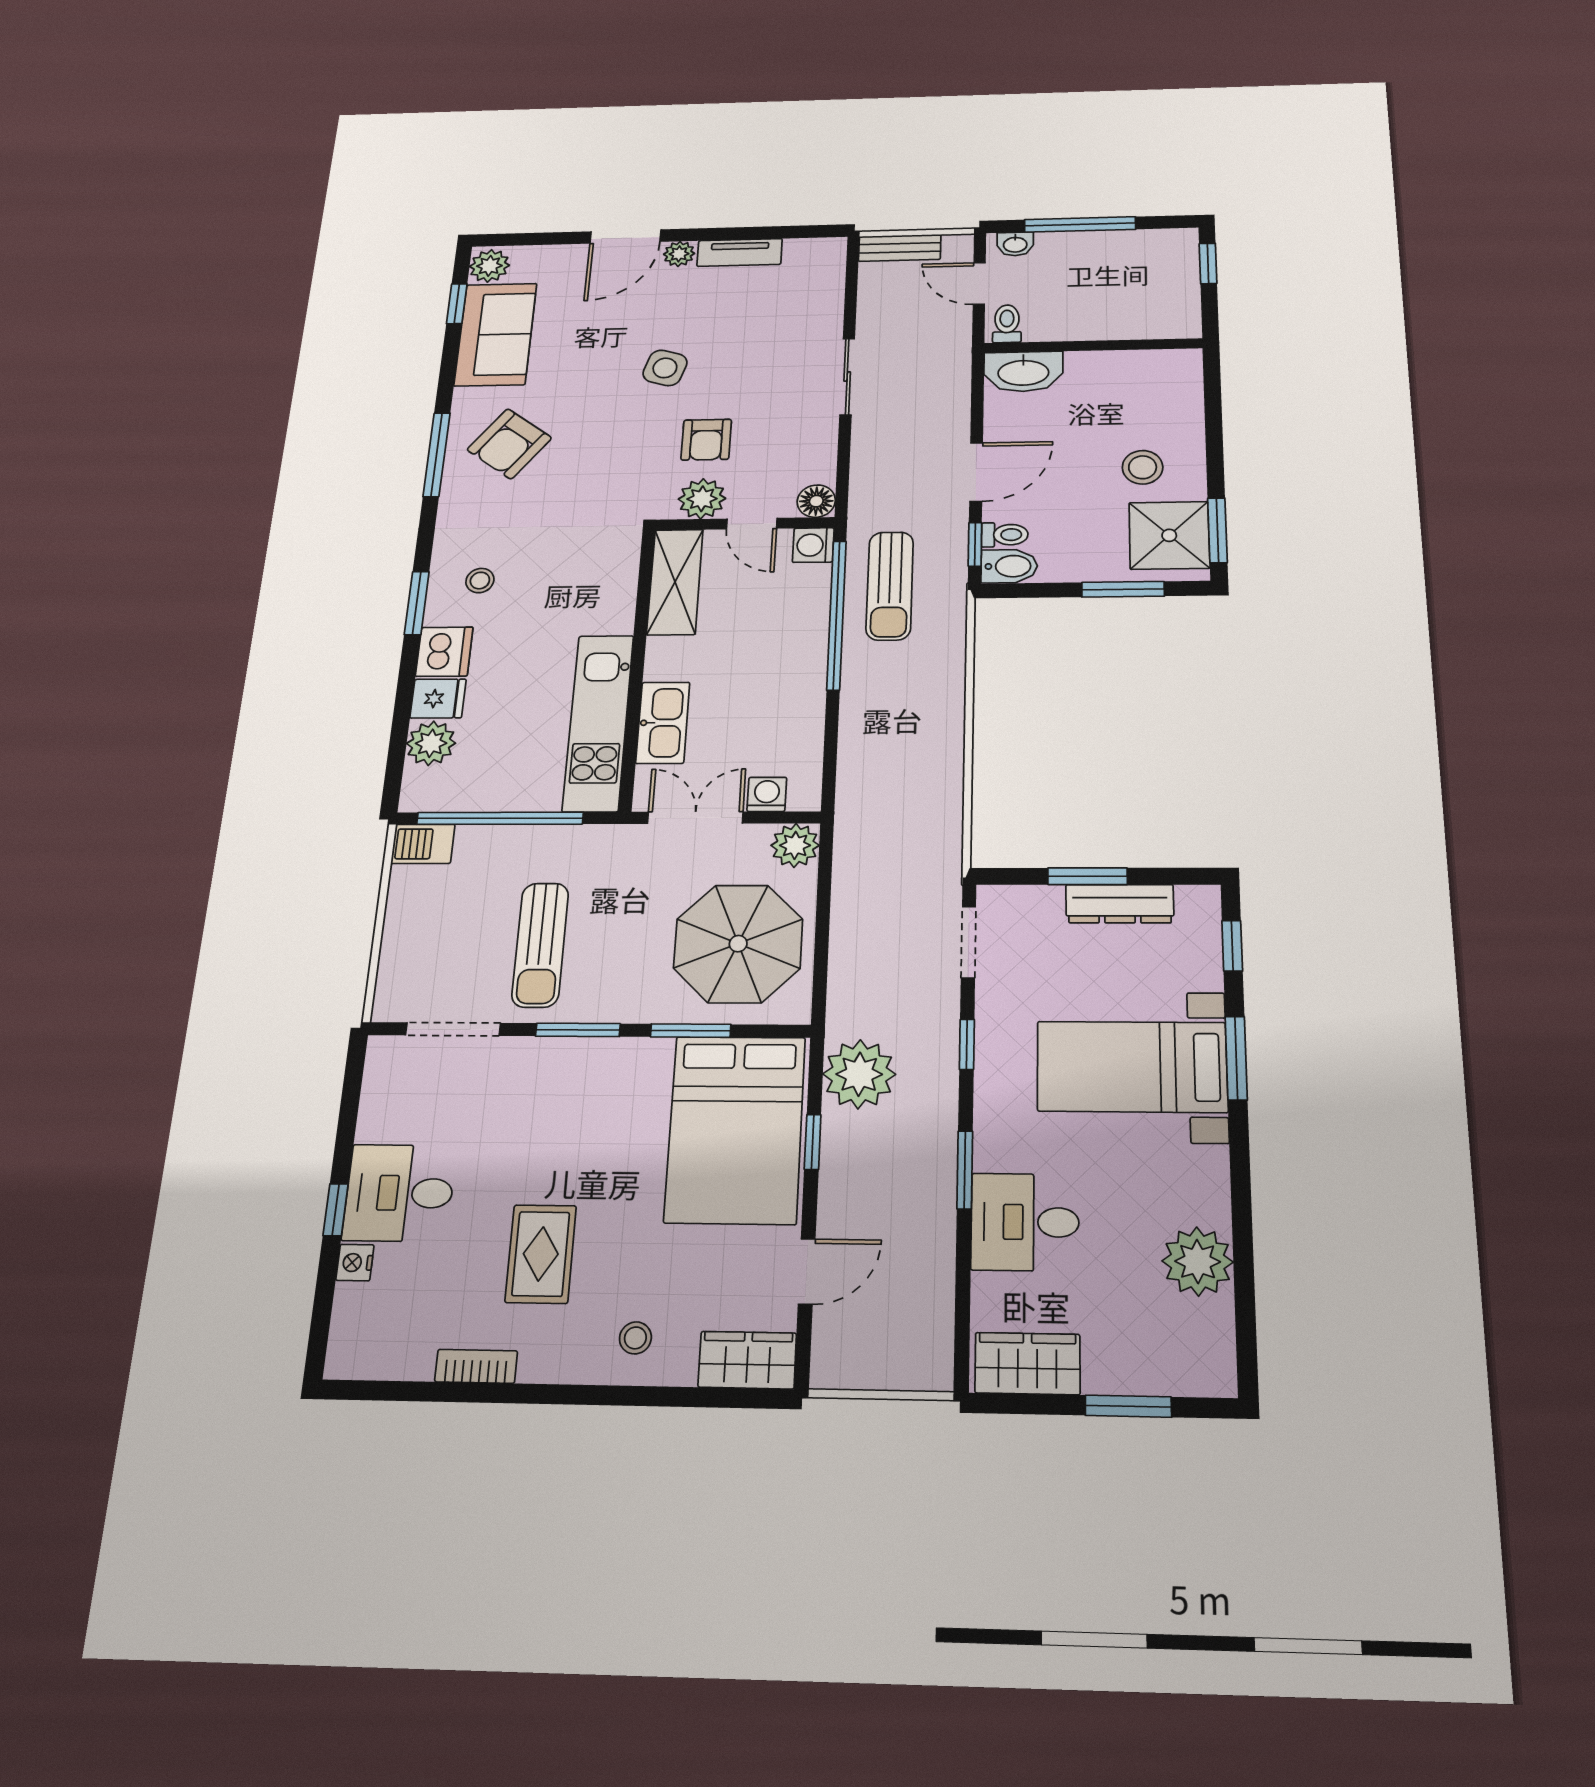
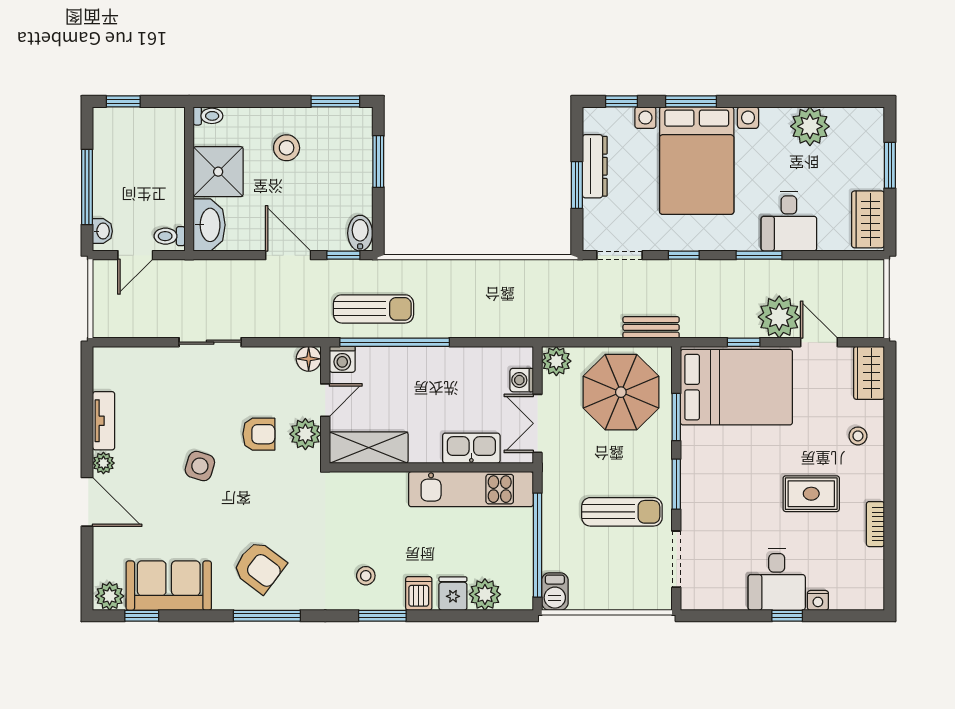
bench: (900, 248) -> (651, 327), moved, turned 90
toilet: (1005, 535) -> (208, 116), moved, turned 90
shower: (1169, 535) -> (218, 172), moved
dishwasher: (444, 652) -> (419, 593), width x0.73
bed with nightstands: (1132, 1067) -> (697, 161), width x1.36
plant: (859, 1074) -> (779, 317), moved

